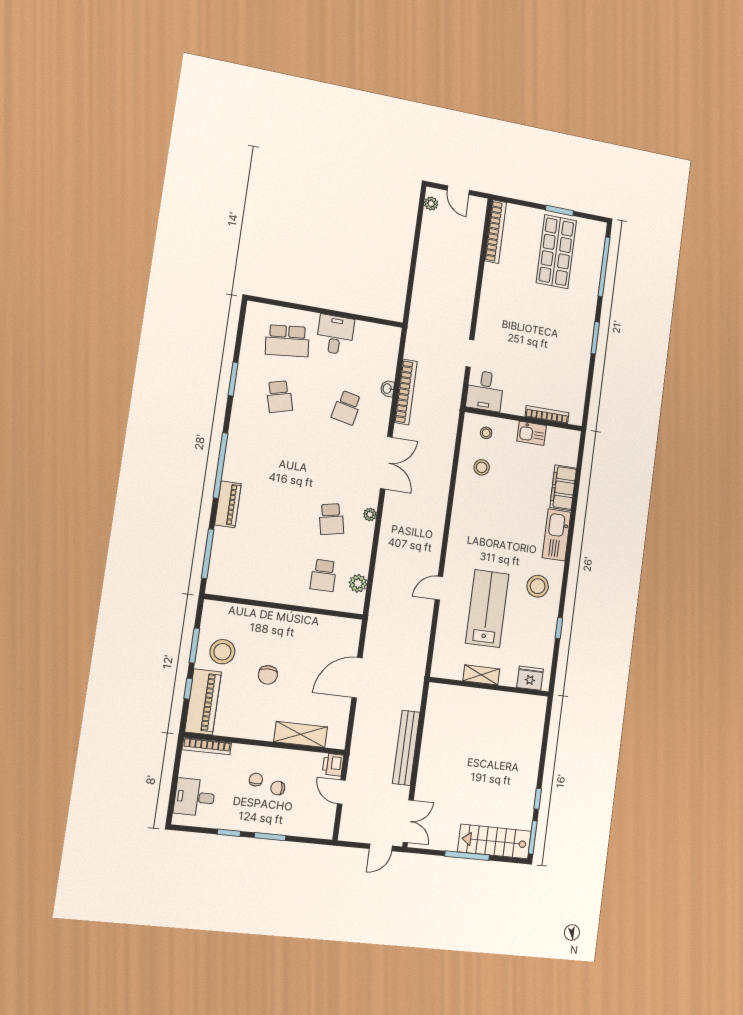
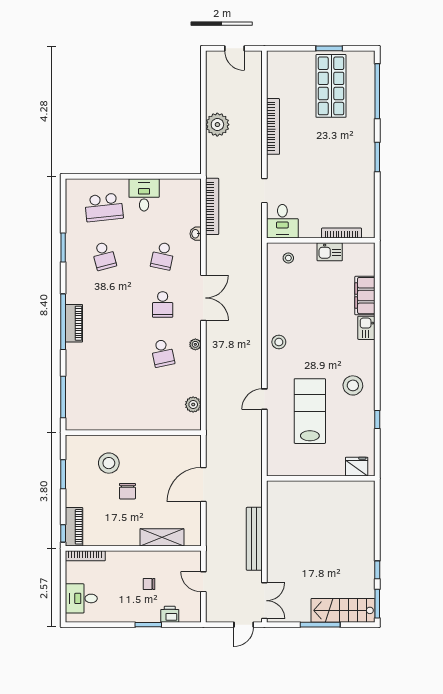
plant: (431, 204) -> (217, 125), moved, width x1.88, depth x1.88
bookcase: (496, 232) -> (273, 126), moved
bookcase: (406, 392) -> (212, 206), moved
stool: (482, 467) -> (279, 342), moved
piano: (228, 504) -> (74, 323), moved
kitchen sink: (557, 535) -> (366, 328), width x0.53, depth x0.81
school desk: (323, 575) -> (163, 304), moved
stool: (222, 652) -> (109, 463), moved
shelving: (481, 675) -> (312, 469), removed
window: (188, 689) -> (63, 533), moved
piano: (203, 702) -> (74, 527), width x0.73, depth x0.75
printer: (333, 765) -> (170, 614), moved, turned 90
chair: (256, 780) -> (130, 579), removed
window: (229, 833) -> (114, 625), removed

